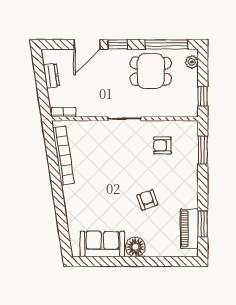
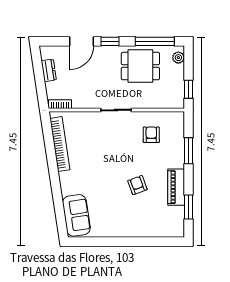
armchair: (162, 146) -> (151, 135), turned 90
window: (203, 150) -> (189, 151), moved
piano: (189, 229) -> (176, 187), moved
sofa: (102, 244) -> (76, 215), moved, turned 81
floor lamp: (135, 247) -> (126, 228), removed

